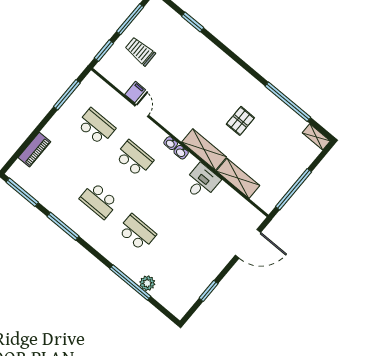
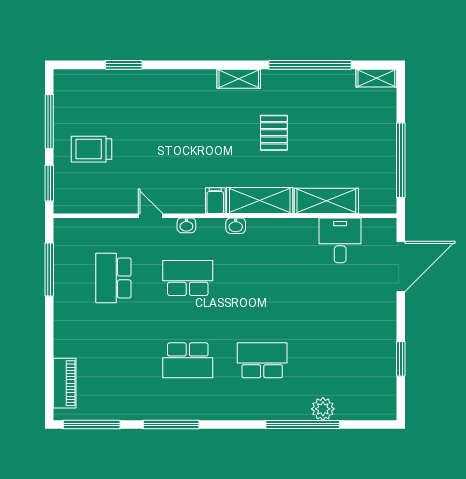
shelving: (246, 78) -> (239, 79), added
filing cabinet: (135, 92) -> (215, 201), moved
school desk: (96, 127) -> (113, 278), turned -90
washbasin: (171, 143) -> (186, 225), moved
piano: (34, 150) -> (65, 383), moved
desk: (201, 182) -> (340, 240), moved

